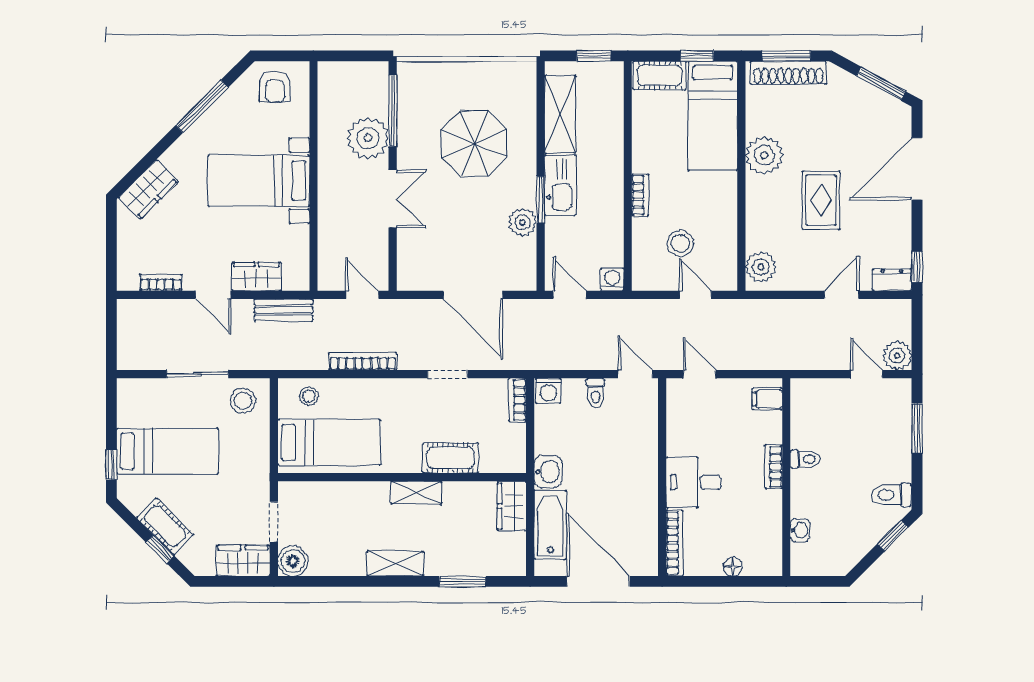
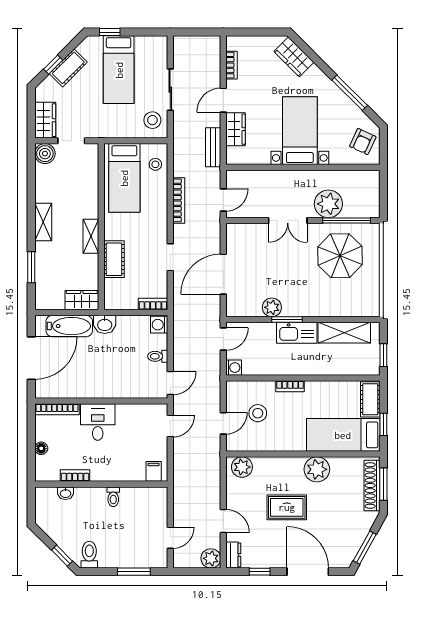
armchair: (275, 87) -> (363, 142), turned -65
parasol: (474, 143) -> (340, 256), moved
window: (917, 267) -> (260, 572), moved
plant: (897, 356) -> (211, 558), moved
bookcase: (774, 467) -> (75, 476), moved

